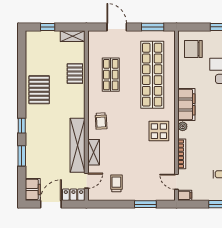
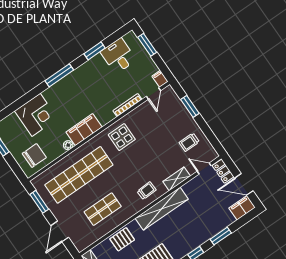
chair: (193, 49) -> (34, 156), turned -90
plant: (183, 126) -> (68, 145), moved
shelving: (78, 145) -> (162, 209), moved

